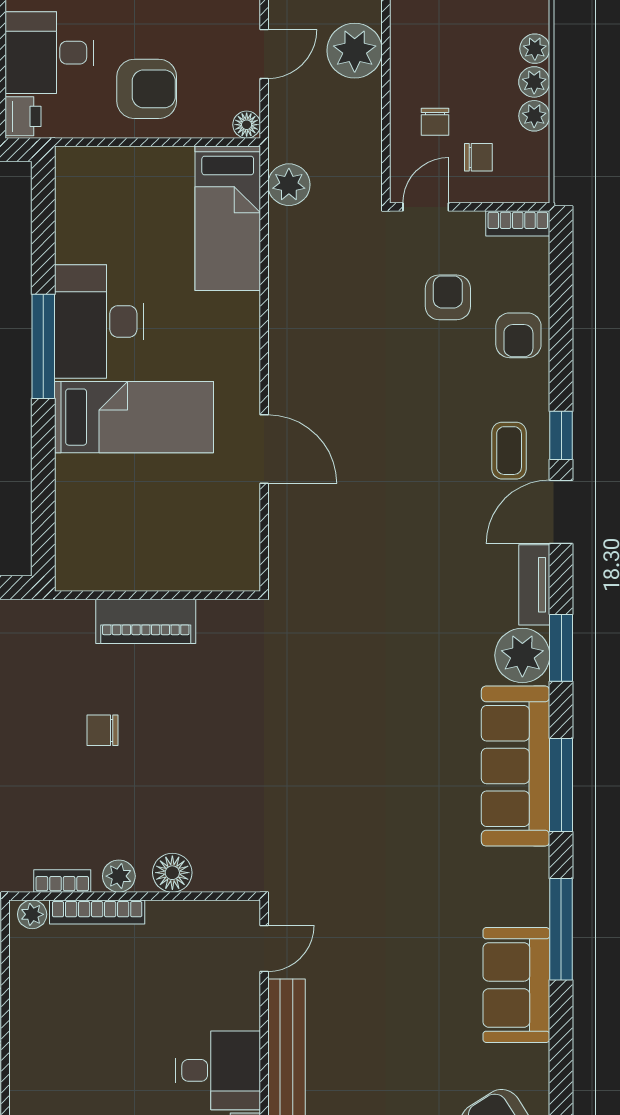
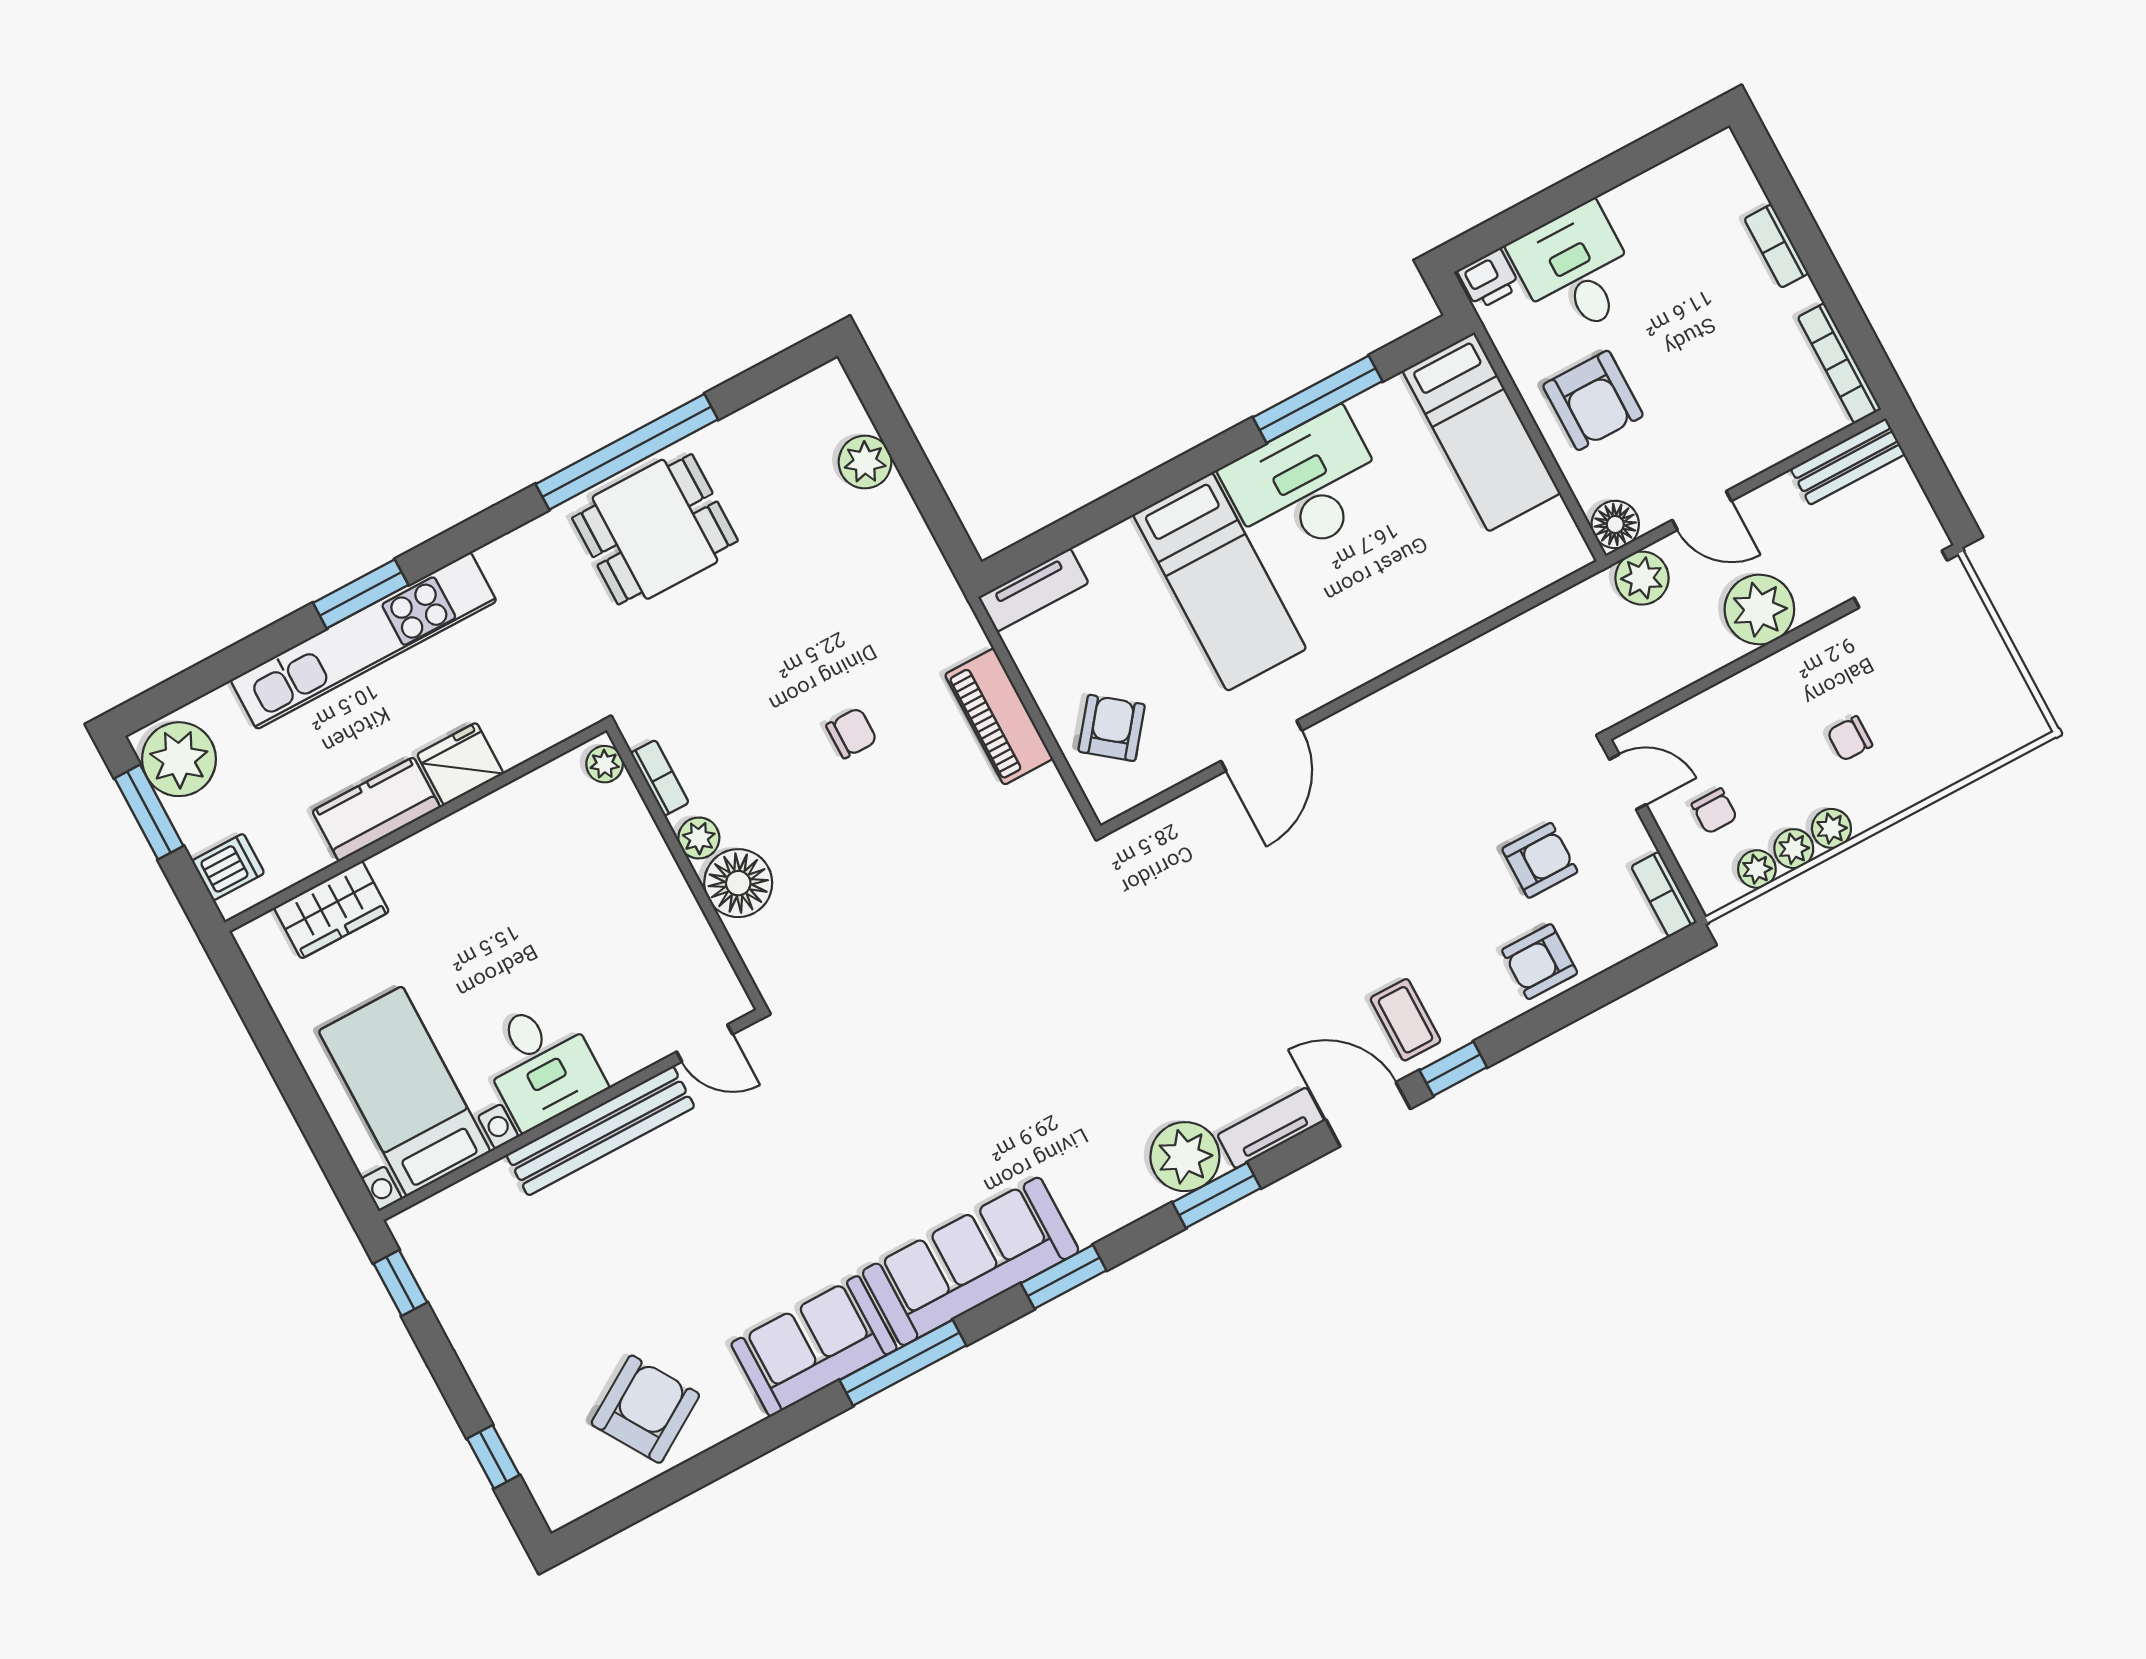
plant: (535, 49) -> (1757, 869), moved
chair: (435, 122) -> (1850, 739), moved
floor lamp: (247, 125) -> (1615, 524), width x1.37, depth x1.37
plant: (289, 185) -> (1642, 578), moved
bed: (228, 218) -> (1481, 432), moved, turned -90
window: (43, 346) -> (1318, 399), moved
coffee table: (509, 451) -> (1405, 1020), turned 90
armchair: (196, 547) -> (1112, 728), added
tv unit: (70, 550) -> (1033, 590), added
chair: (102, 730) -> (852, 733), turned 90
sofa: (516, 766) -> (971, 1261), moved
window: (561, 785) -> (1064, 1277), width x0.69
floor lamp: (172, 873) -> (738, 883), width x1.38, depth x1.38
bookcase: (97, 912) -> (646, 835), removed

